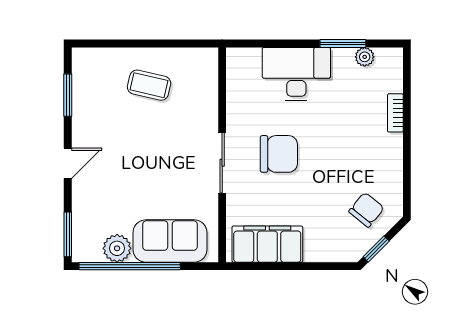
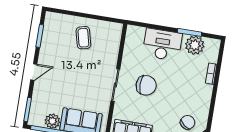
plant: (365, 57) -> (195, 45), width x1.88, depth x1.88
coffee table: (149, 85) -> (83, 38), turned 63

